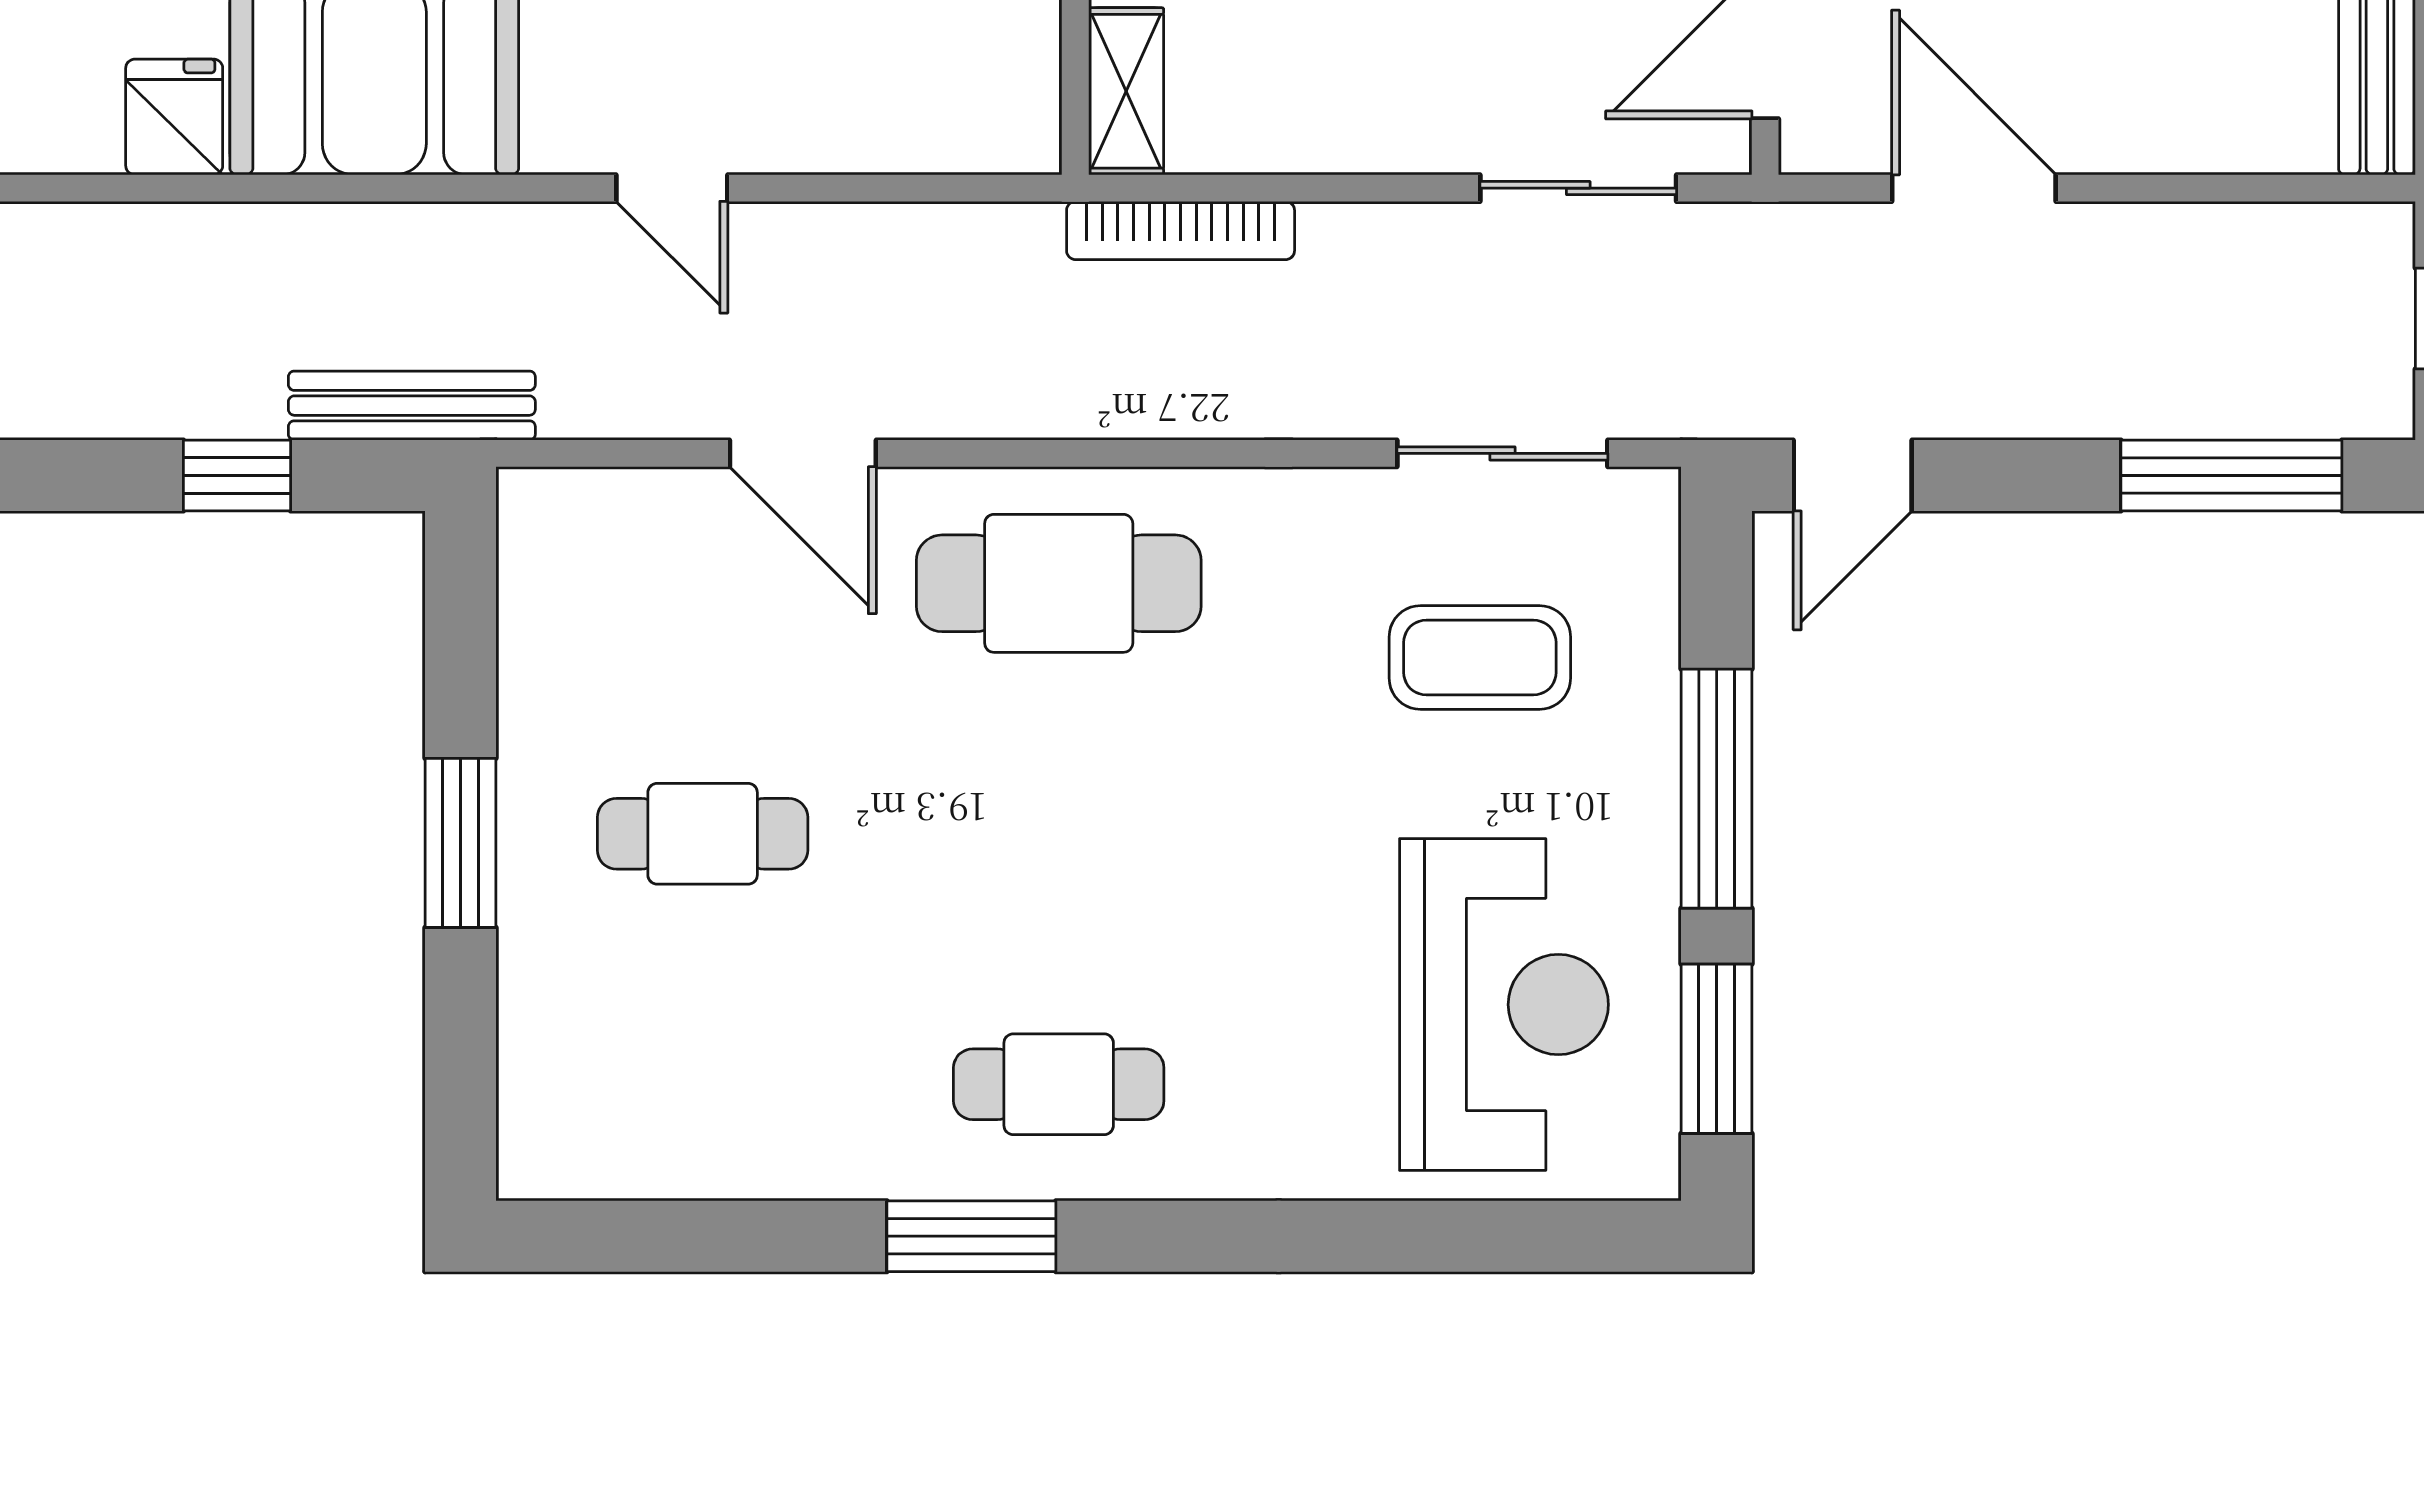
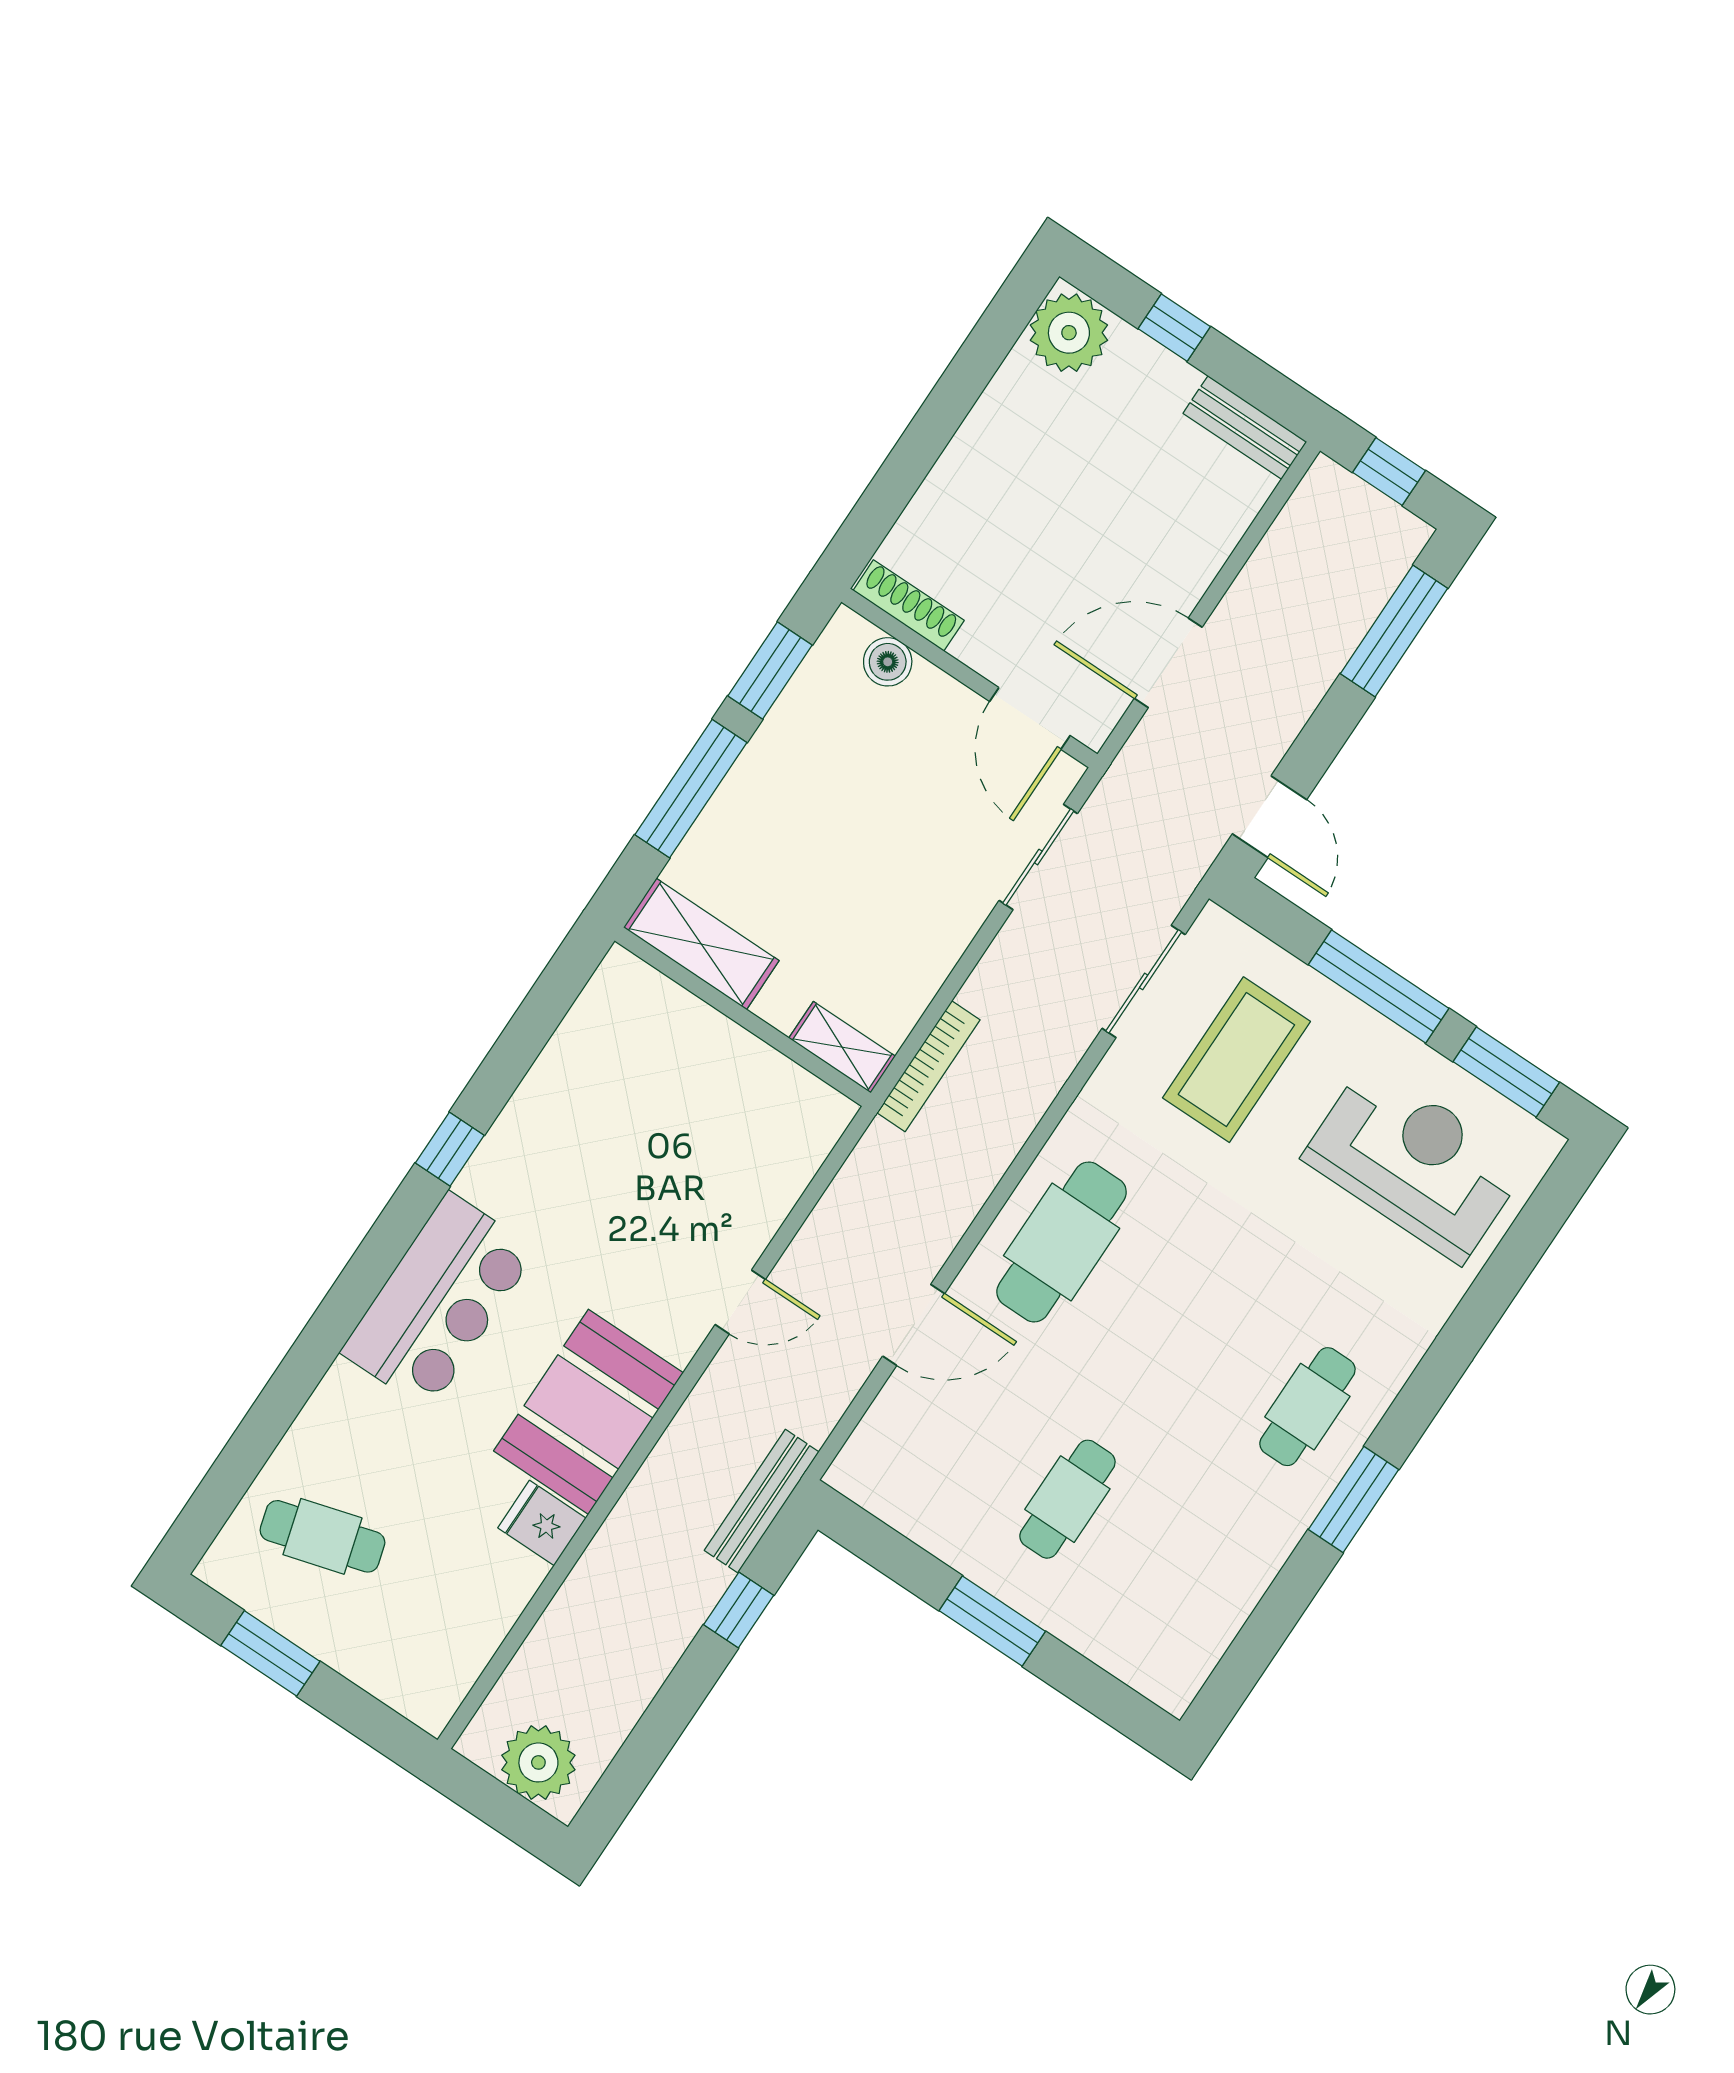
coffee table: (1480, 657) -> (1236, 1060), width x1.36, depth x1.32

